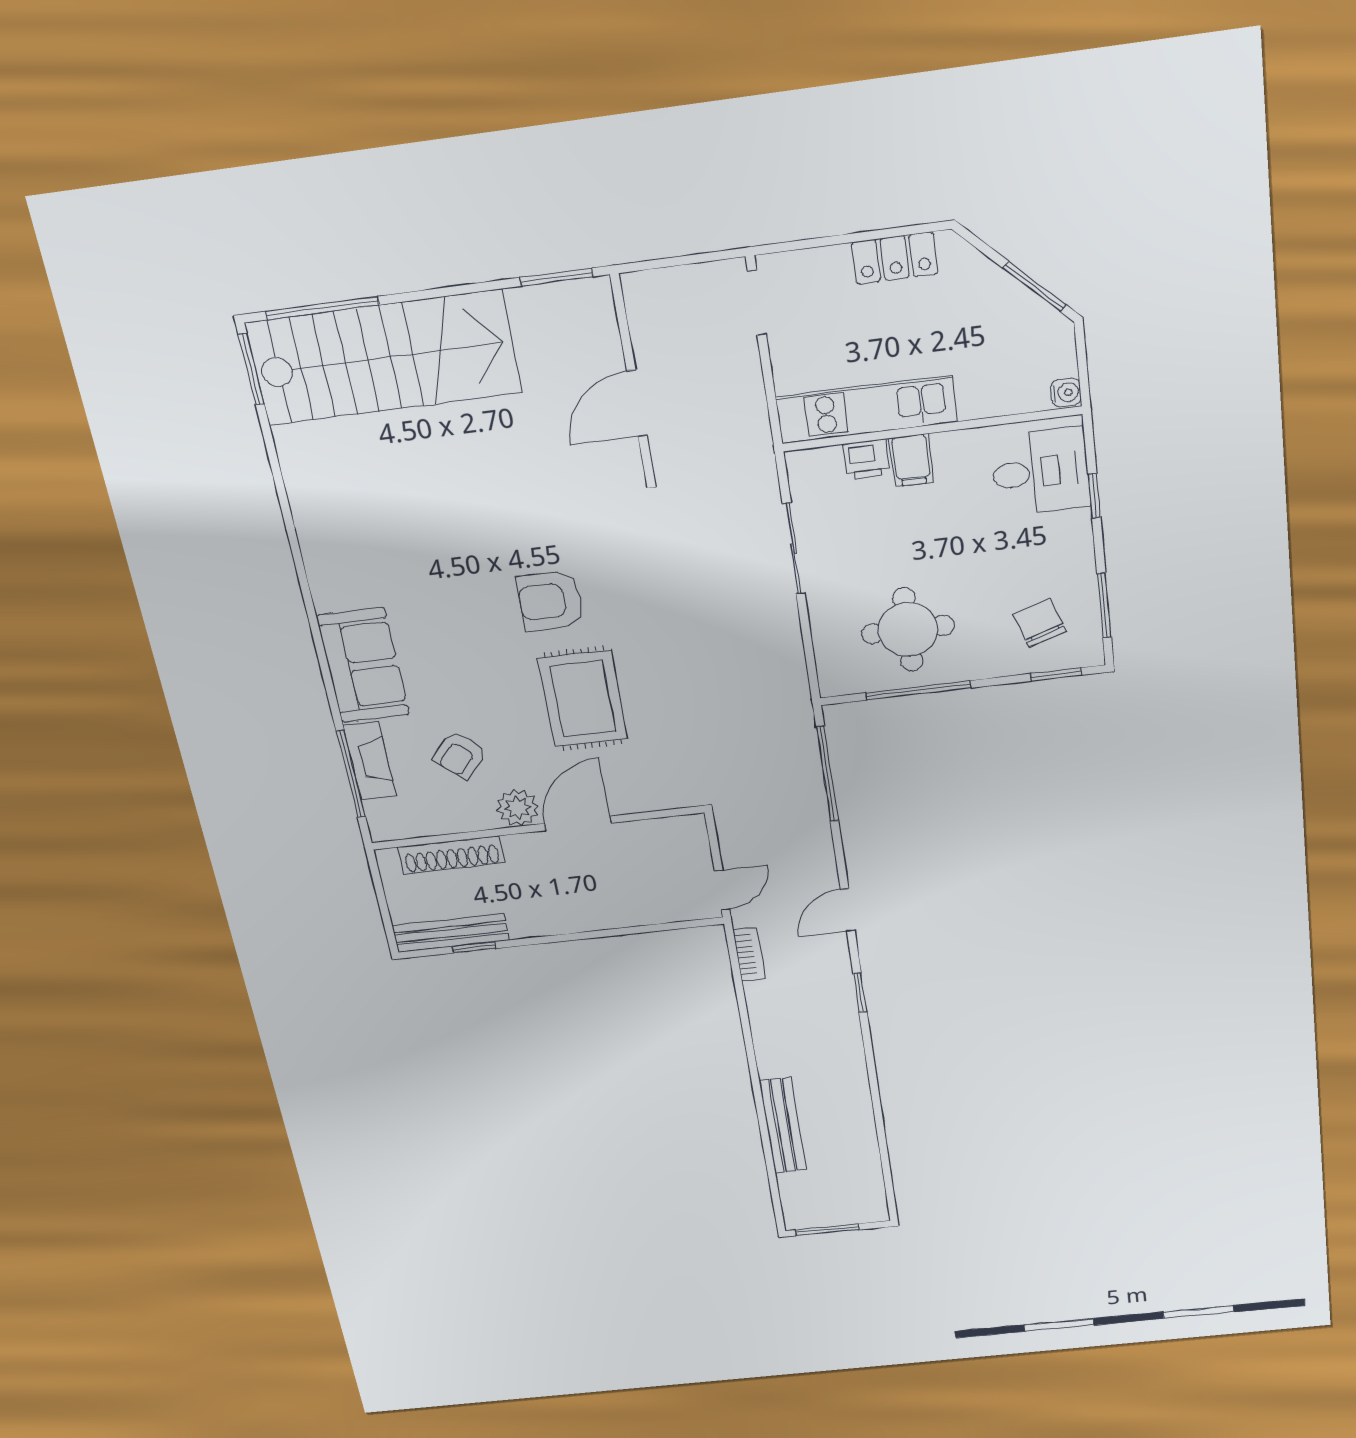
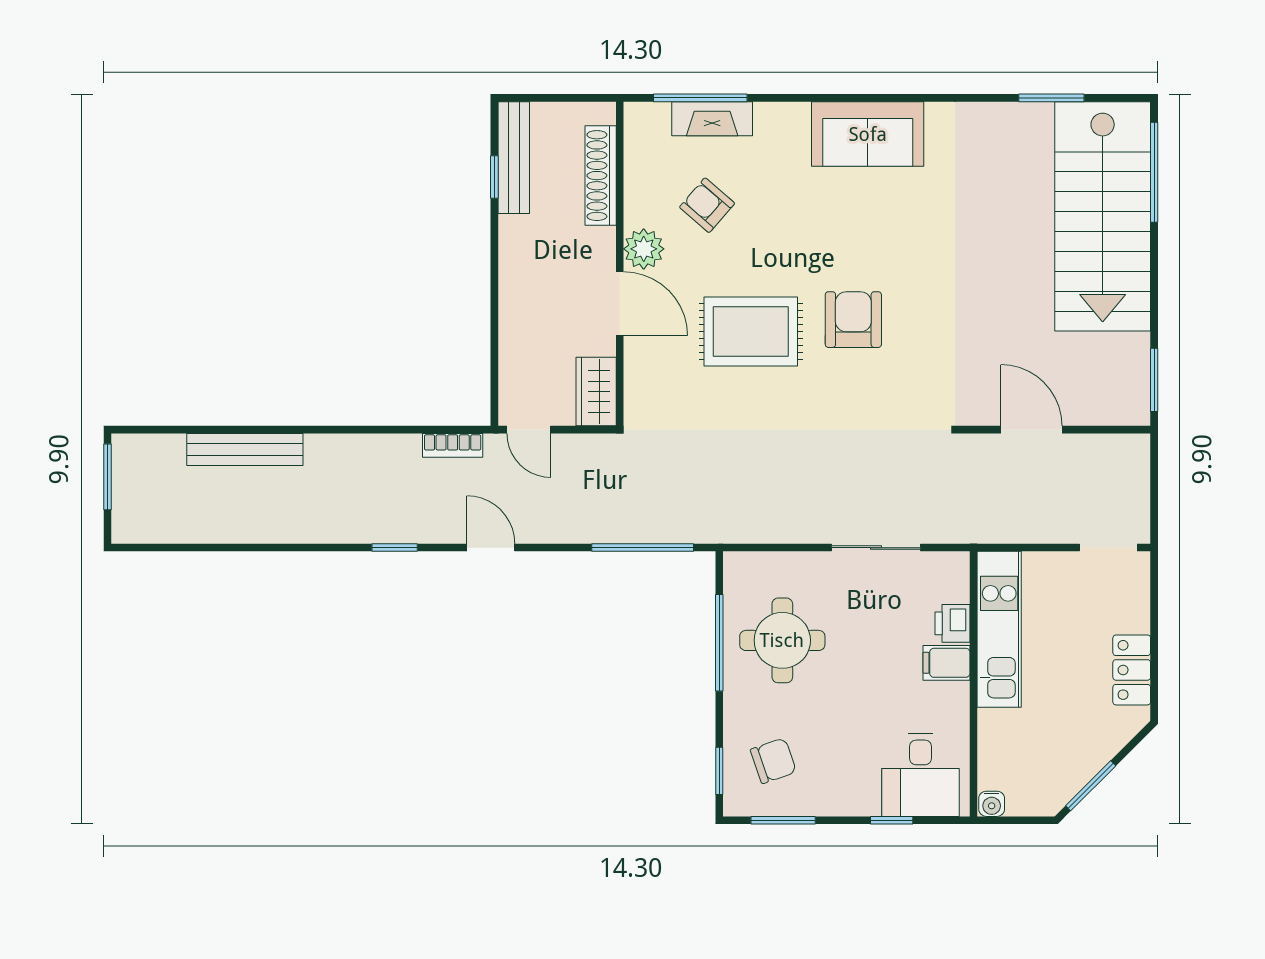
window: (251, 369) -> (1051, 98), moved
sofa: (363, 665) -> (868, 134), moved
wardrobe: (672, 834) -> (596, 392), added

